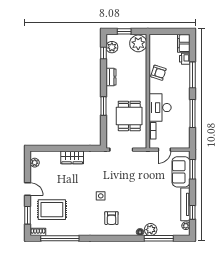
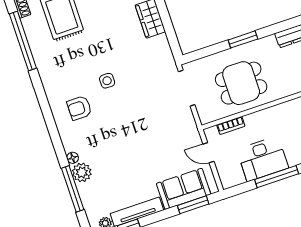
desk: (160, 108) -> (263, 159), moved, turned 180

